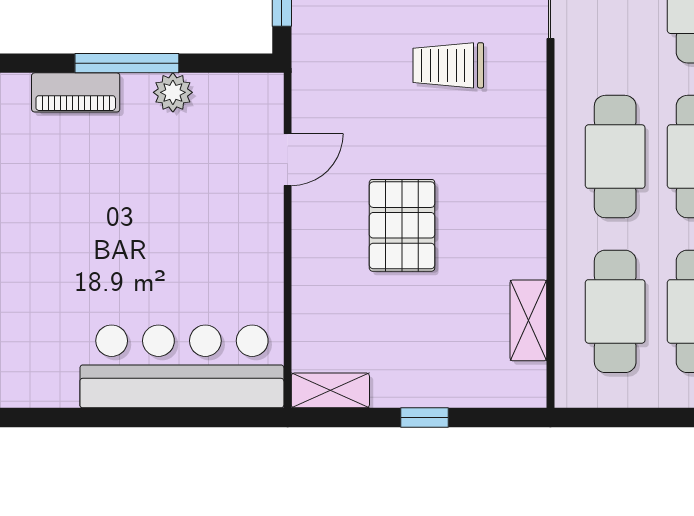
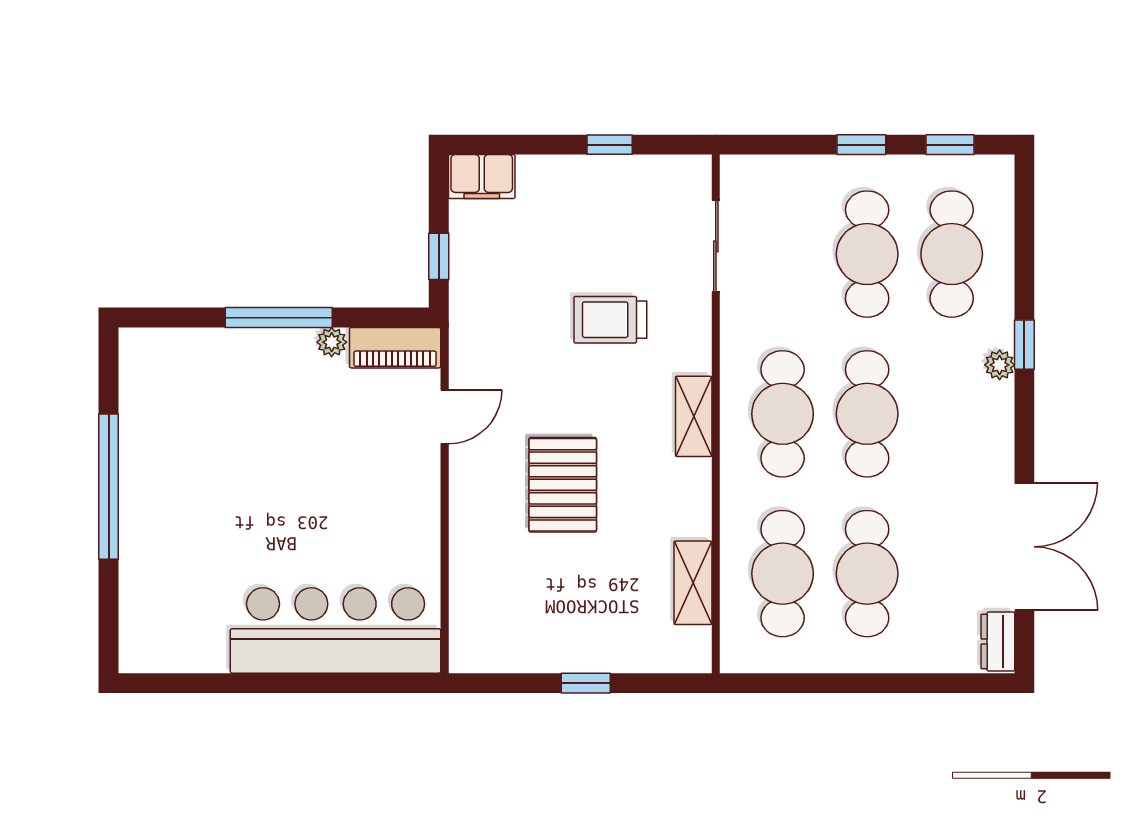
piano: (76, 92) -> (395, 348), moved
plant: (173, 92) -> (332, 342), width x0.73, depth x0.73
shelving: (330, 390) -> (694, 416), moved, turned 90

